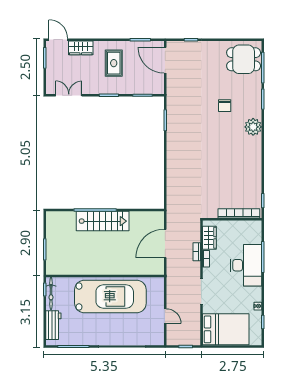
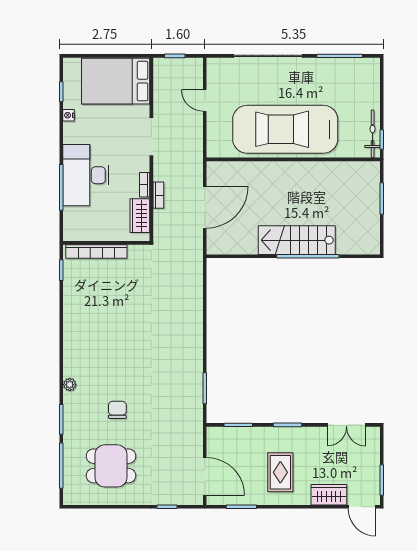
dining table: (244, 59) -> (111, 466), moved
plant: (253, 127) -> (70, 385), width x0.53, depth x0.53
workbench: (53, 325) -> (369, 87), removed

